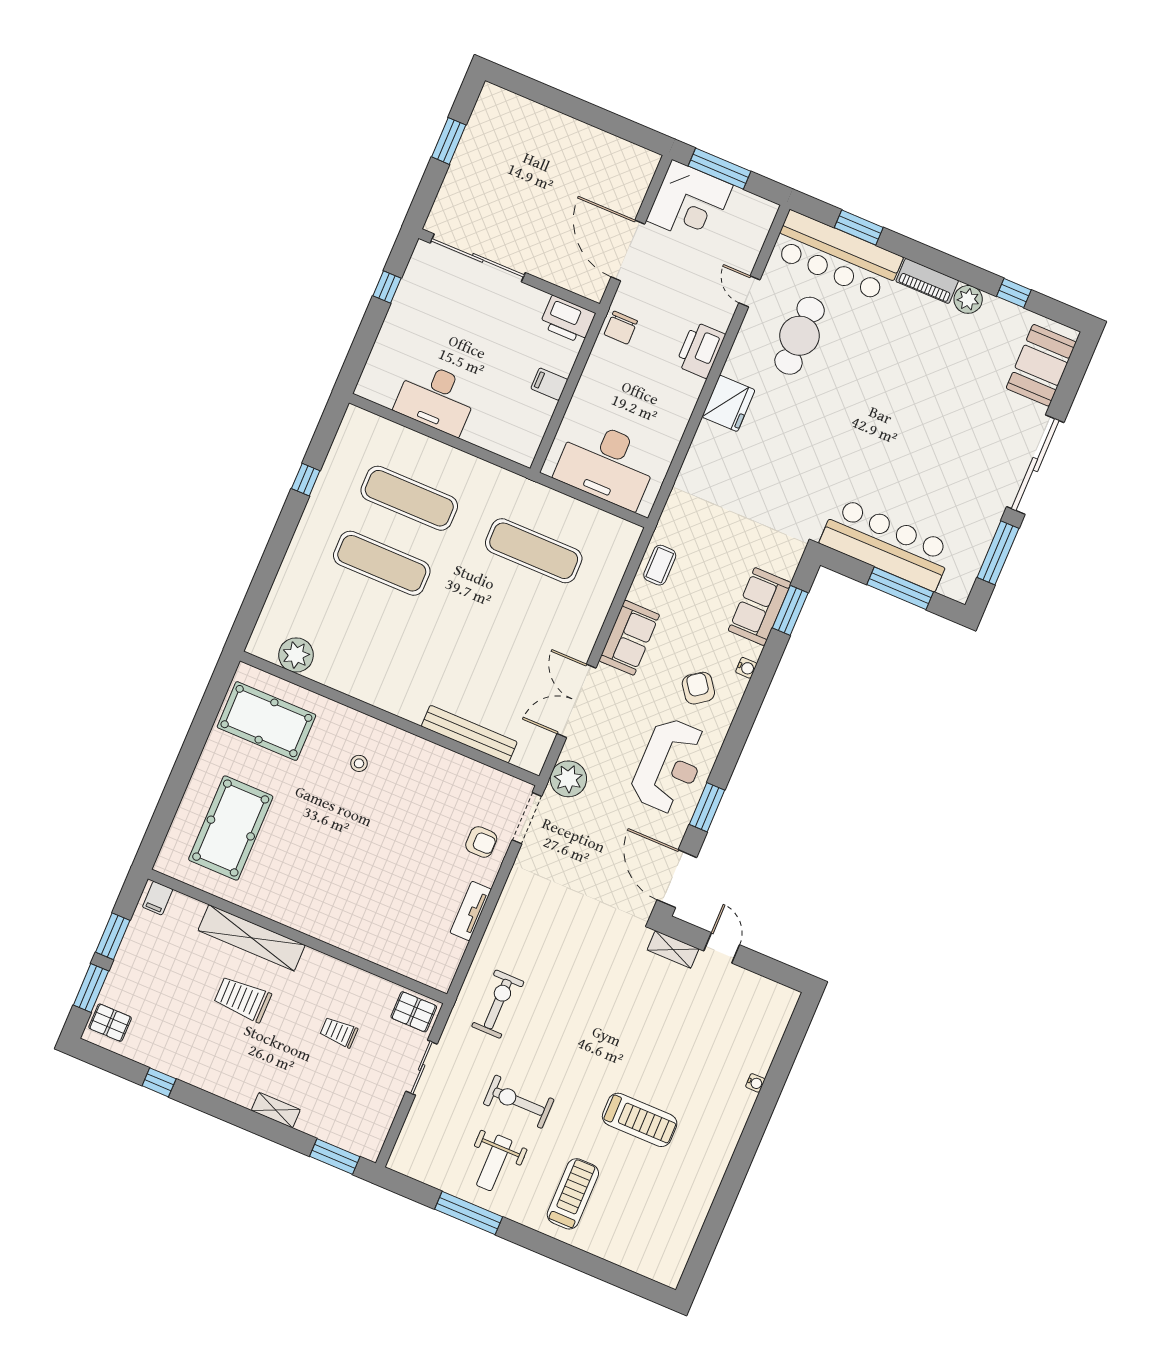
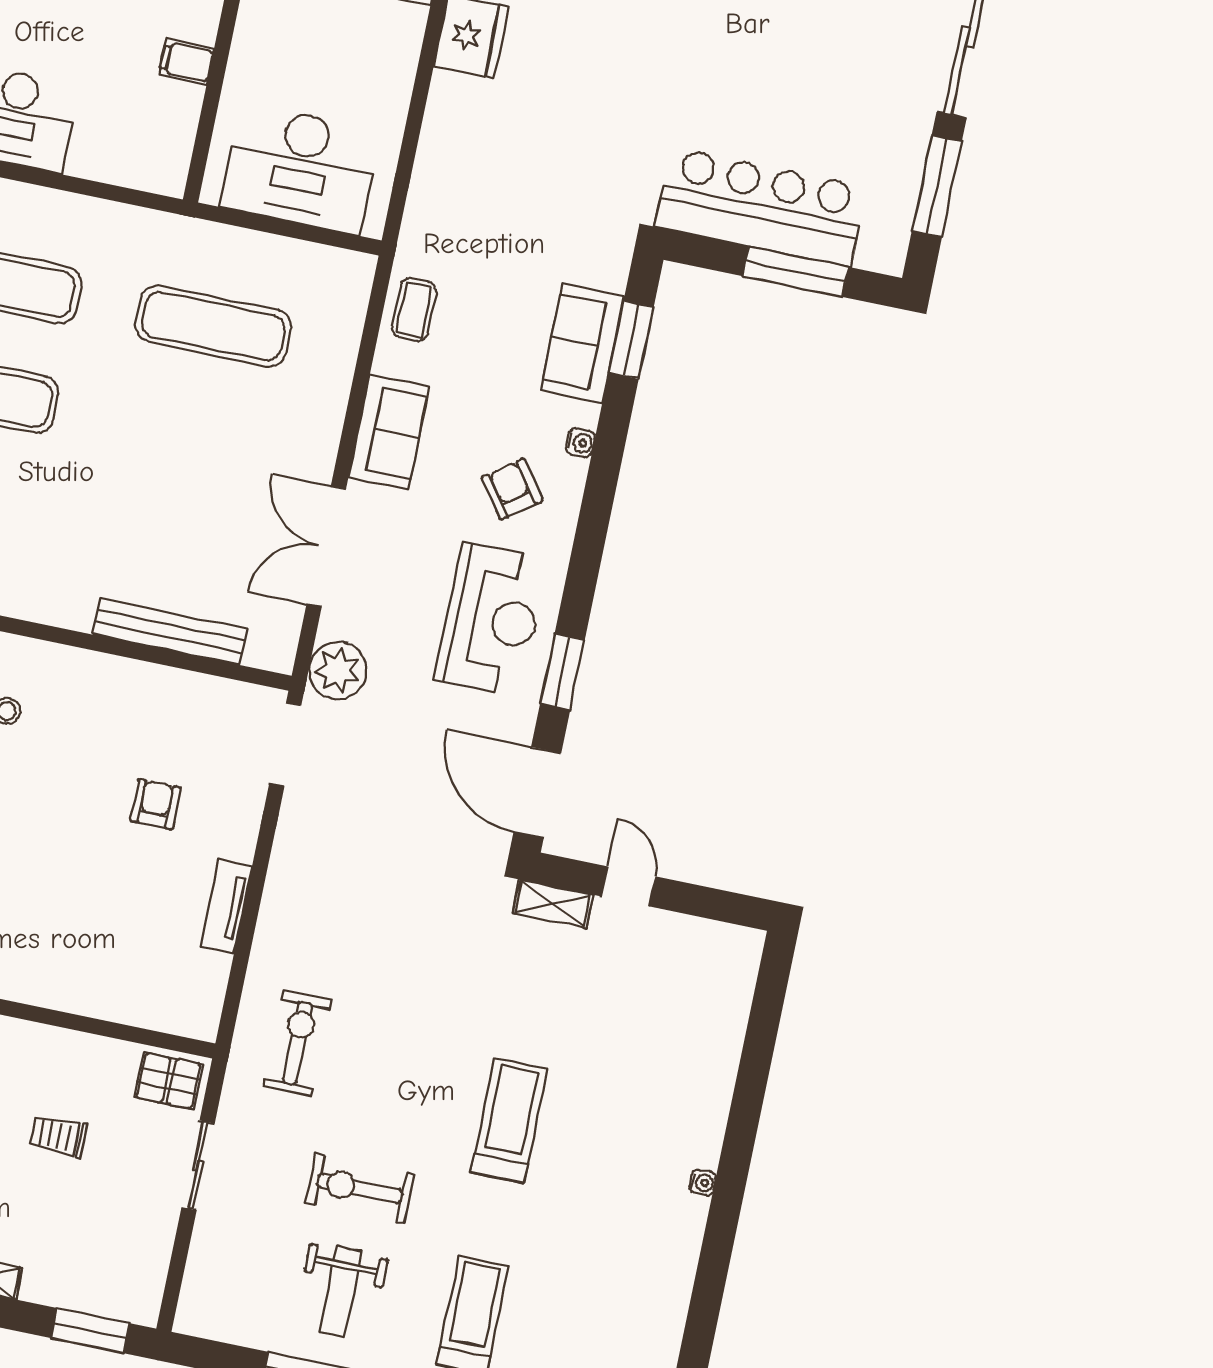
armchair: (481, 842) -> (156, 804), moved, turned -90
water cooler: (755, 1083) -> (702, 1182), moved
treadmill: (640, 1120) -> (509, 1121), moved, turned -90

